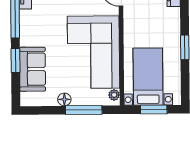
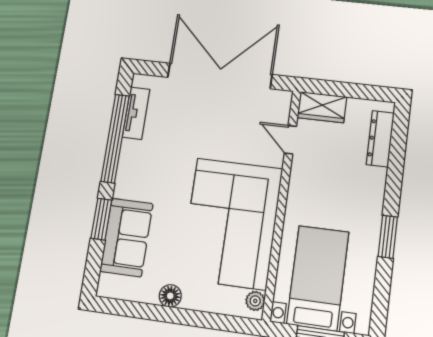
window: (84, 110) -> (200, 319), removed

